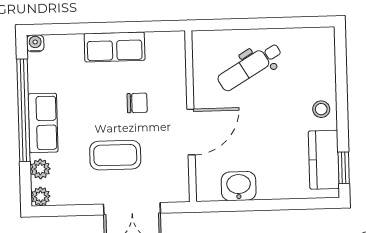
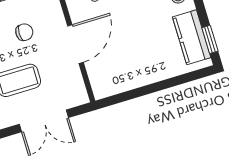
washbasin: (239, 186) -> (127, 78), removed

